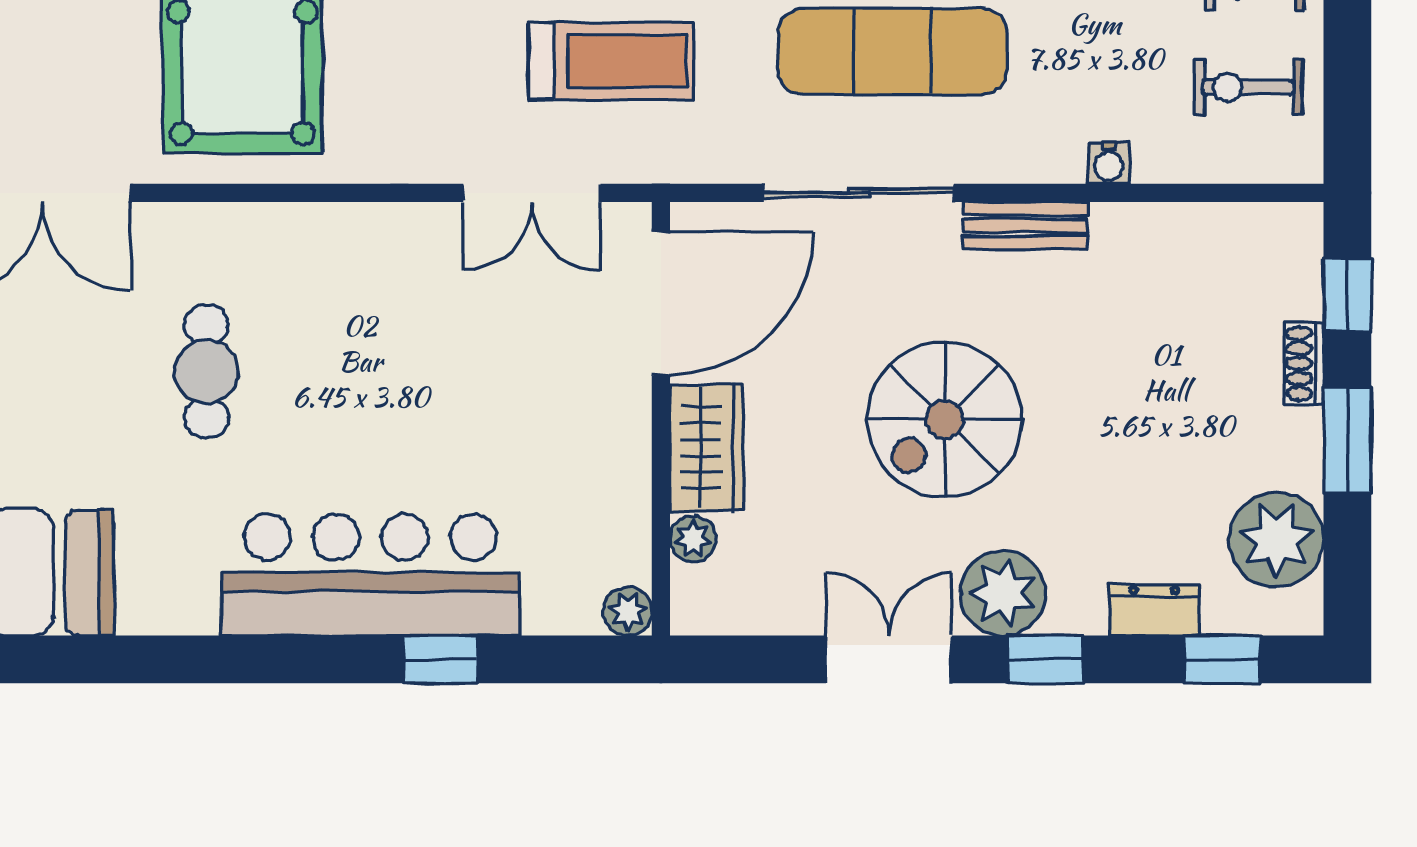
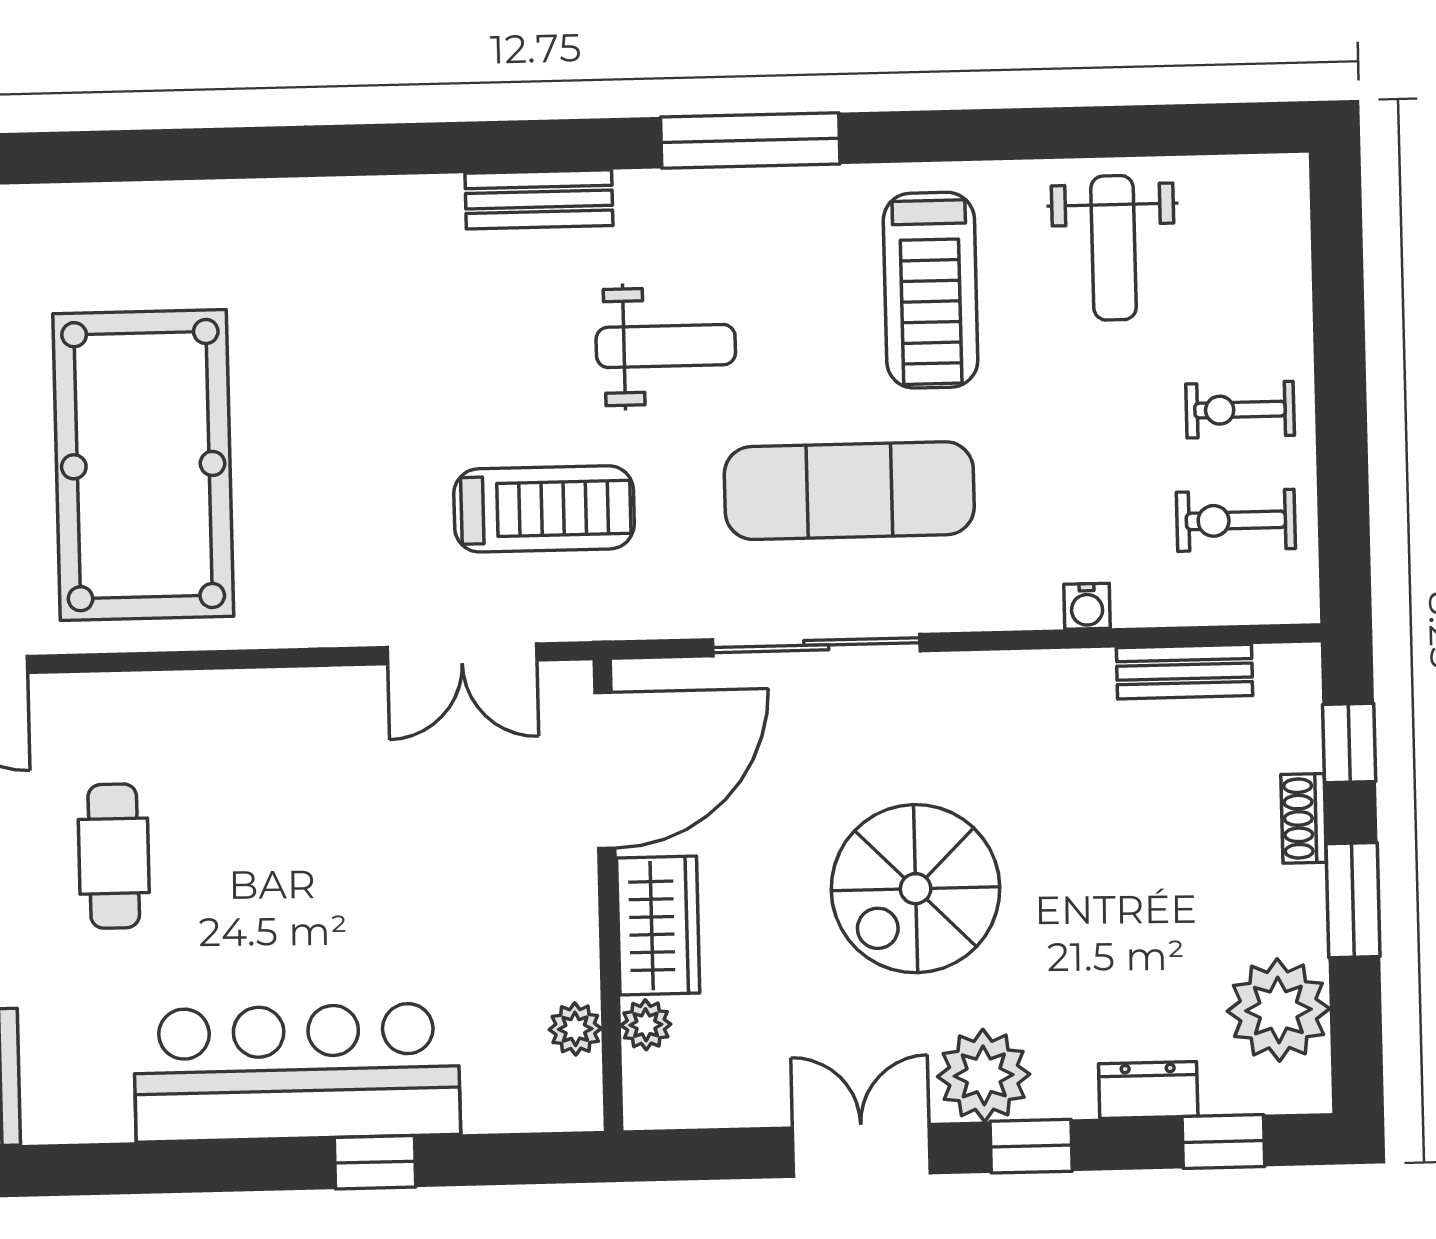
bench: (1025, 226) -> (1184, 672), moved
plant: (628, 612) -> (575, 1029), moved

